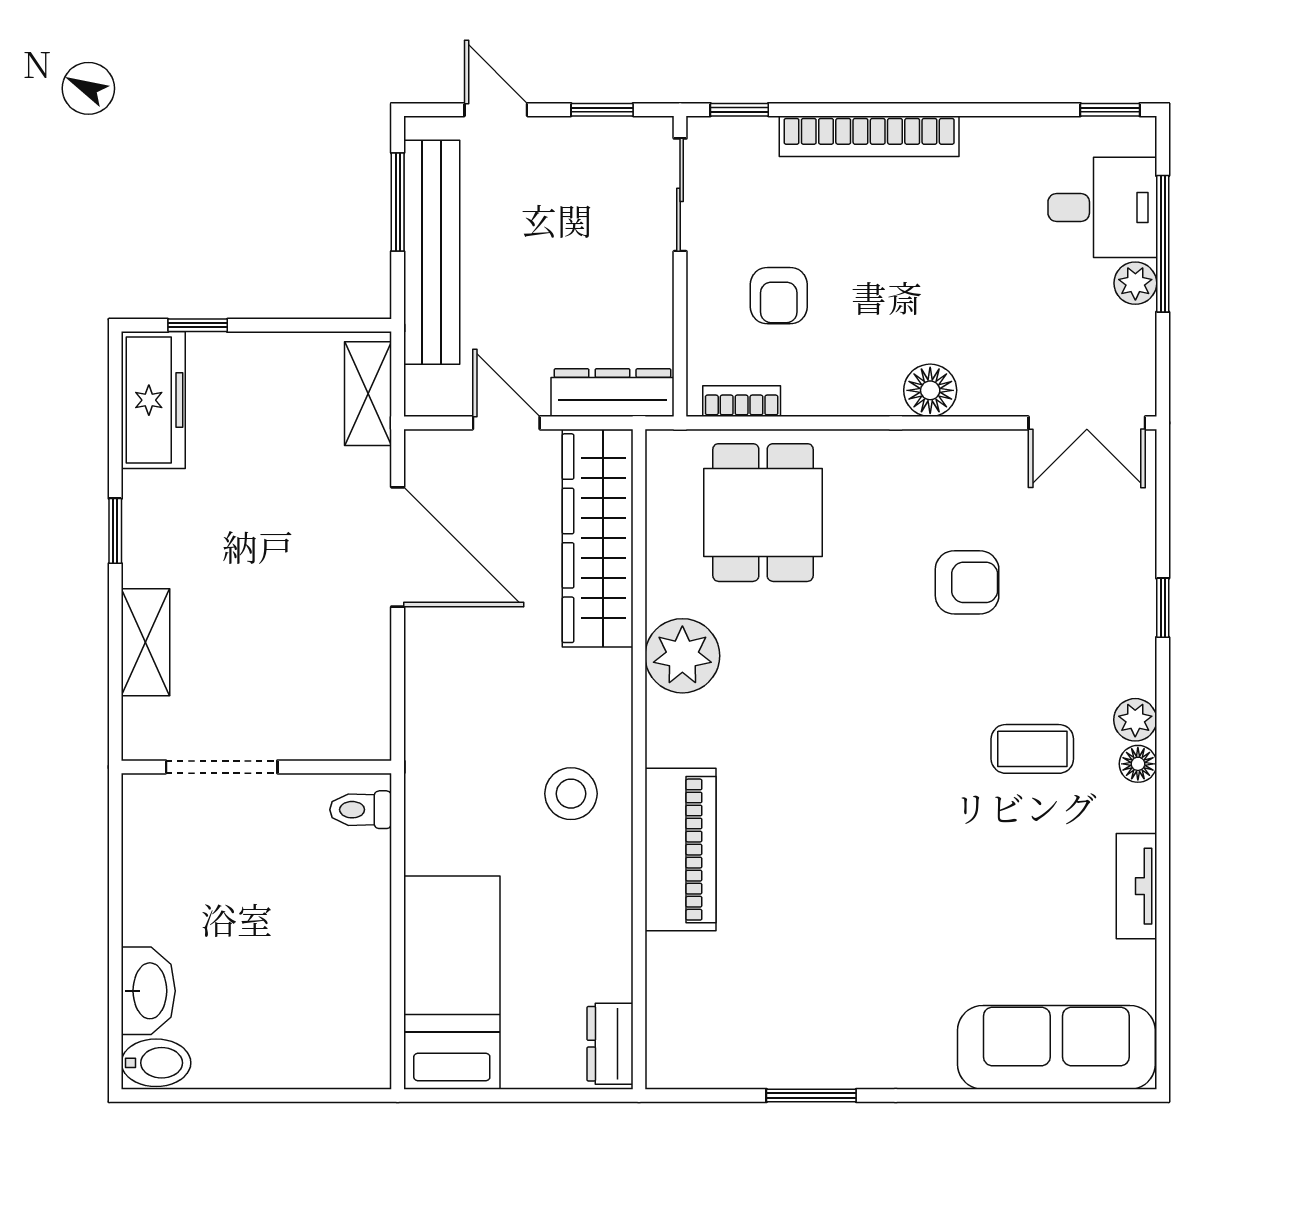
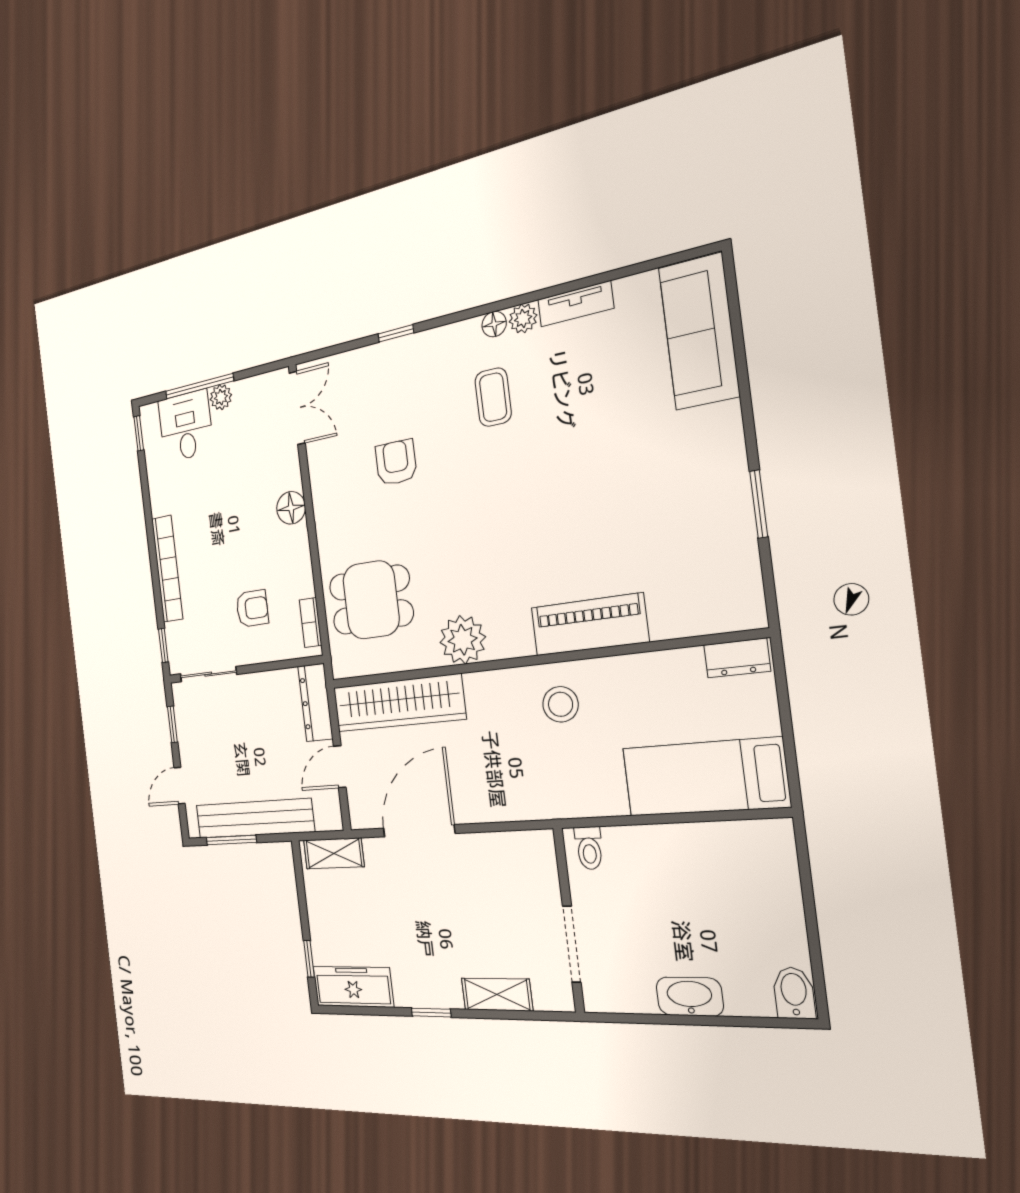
plant: (1135, 720) -> (523, 318), moved
washbasin: (148, 991) -> (690, 997), moved

